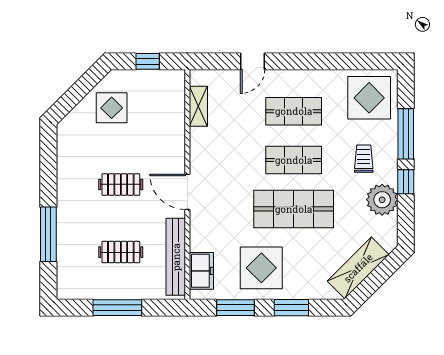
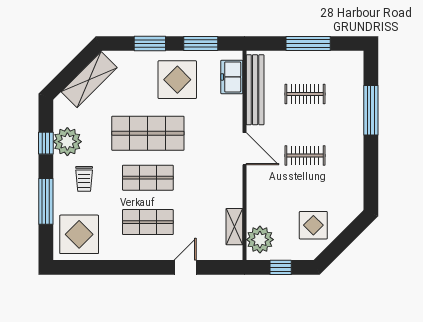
plant: (170, 92) -> (260, 240), added
window: (406, 182) -> (46, 143), moved

